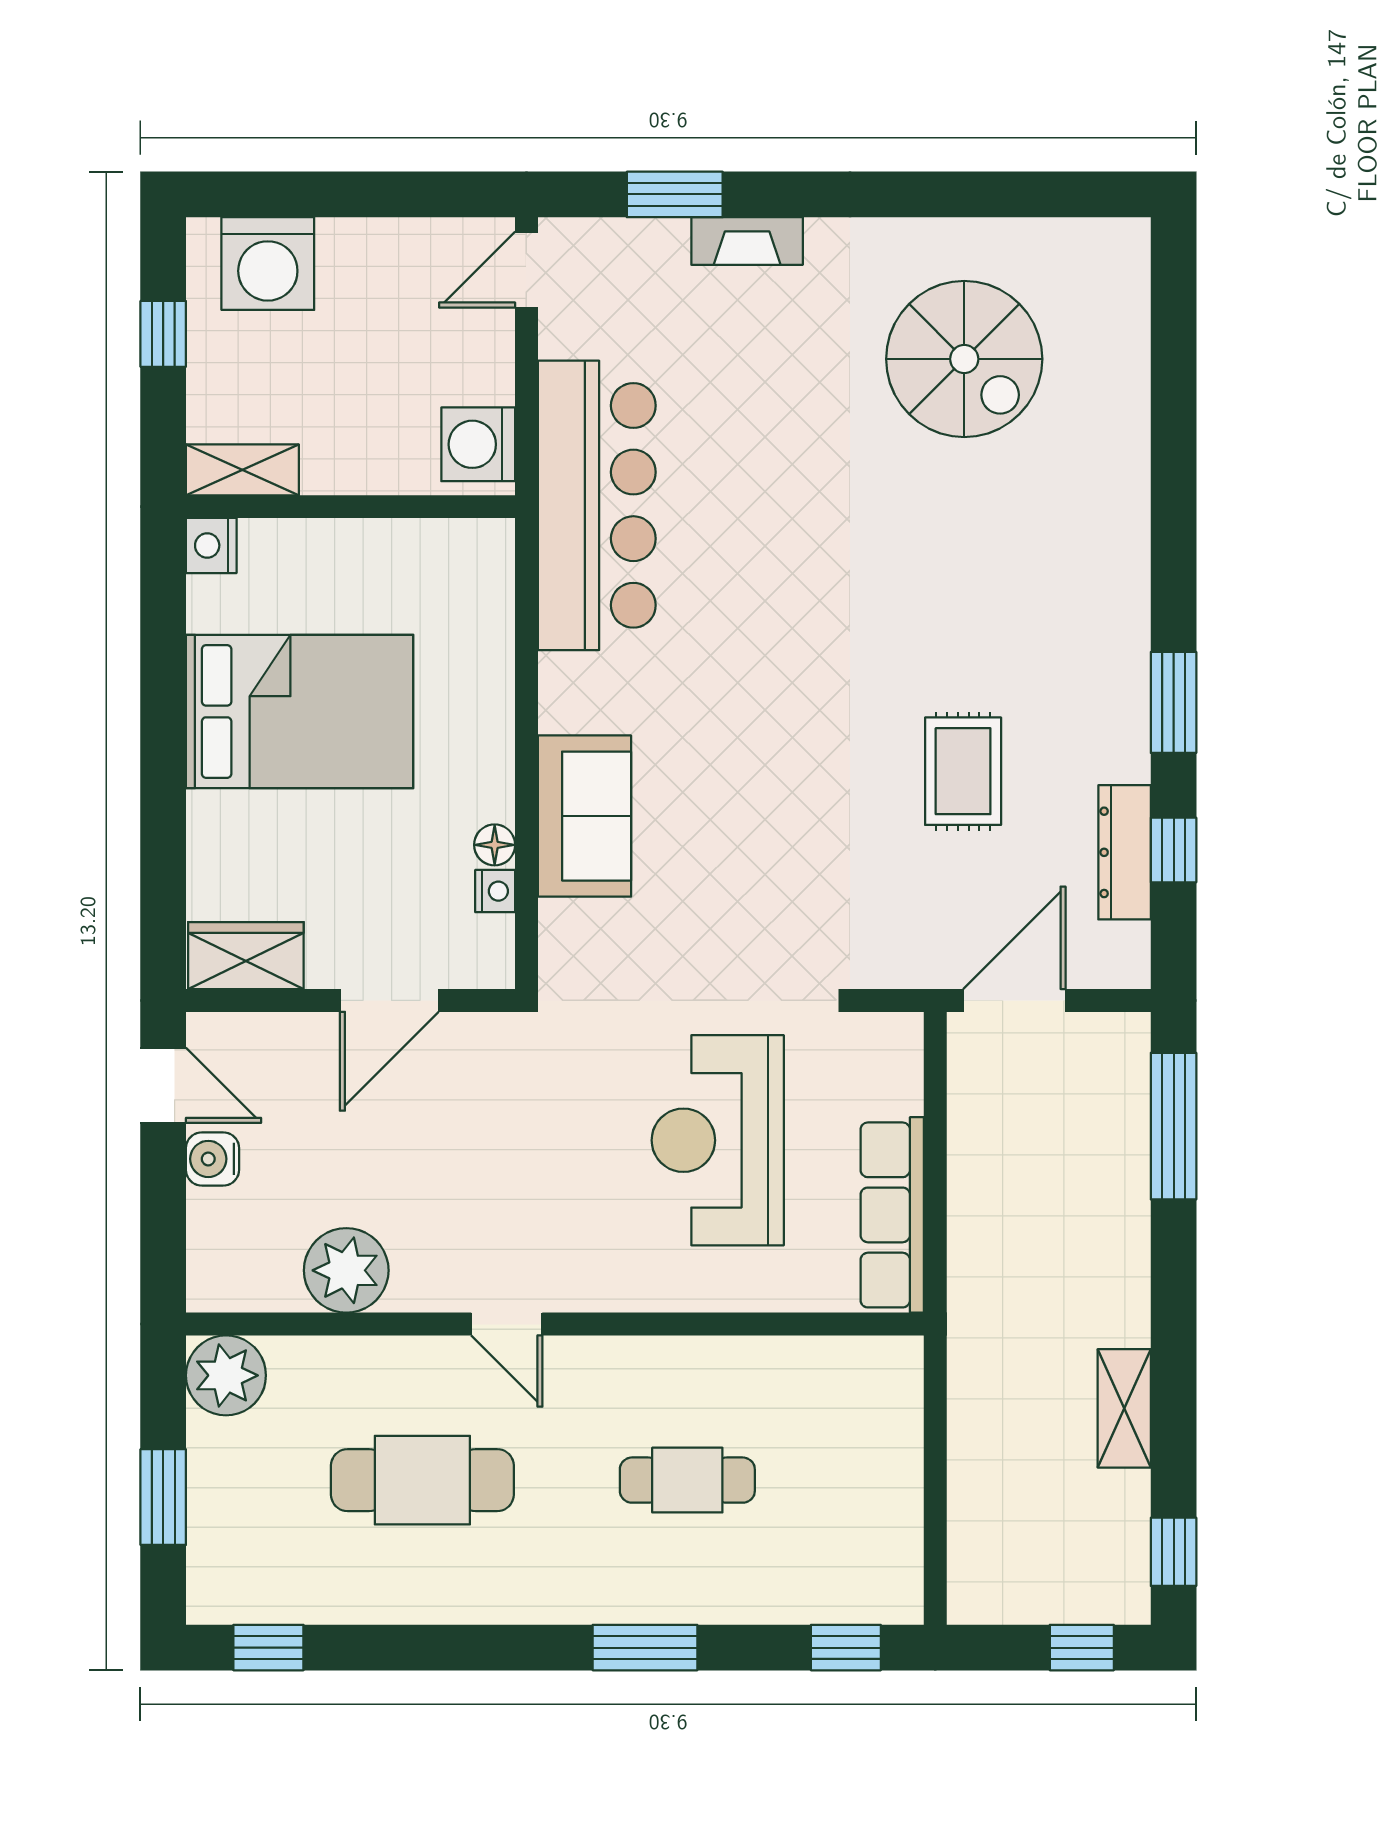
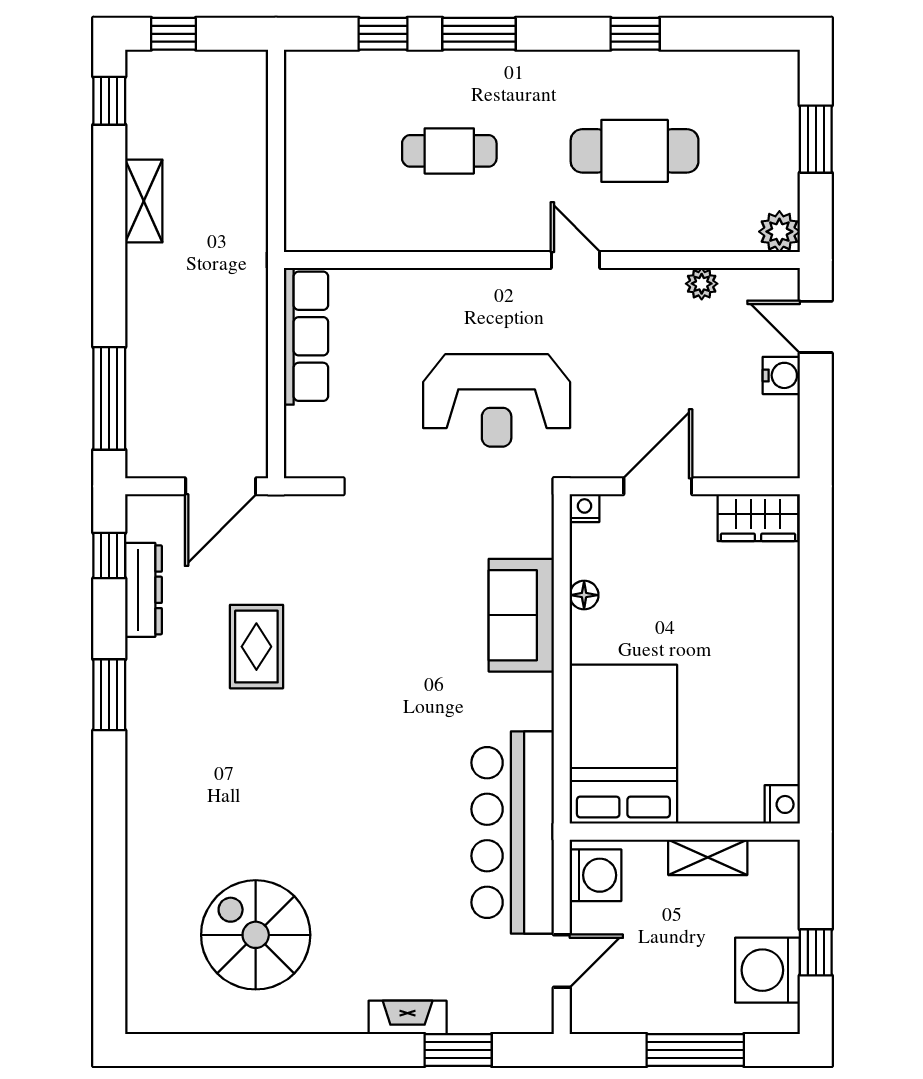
window: (336, 194) -> (695, 1050), added
washing machine: (268, 264) -> (768, 970), moved, turned -90
door: (526, 270) -> (562, 961), moved
shelving: (242, 470) -> (708, 857), moved
bed: (300, 711) -> (623, 744), moved, turned 90
window: (1174, 850) -> (109, 555), moved
nightstand: (495, 891) -> (584, 508), moved, turned 90
door: (163, 1085) -> (816, 327), moved
reception desk: (718, 1140) -> (497, 400), moved, turned 90
plant: (346, 1270) -> (702, 284), width x0.53, depth x0.53
plant: (226, 1375) -> (779, 232), width x0.73, depth x0.73
window: (268, 1648) -> (635, 34), moved
window: (846, 1648) -> (383, 34), moved

